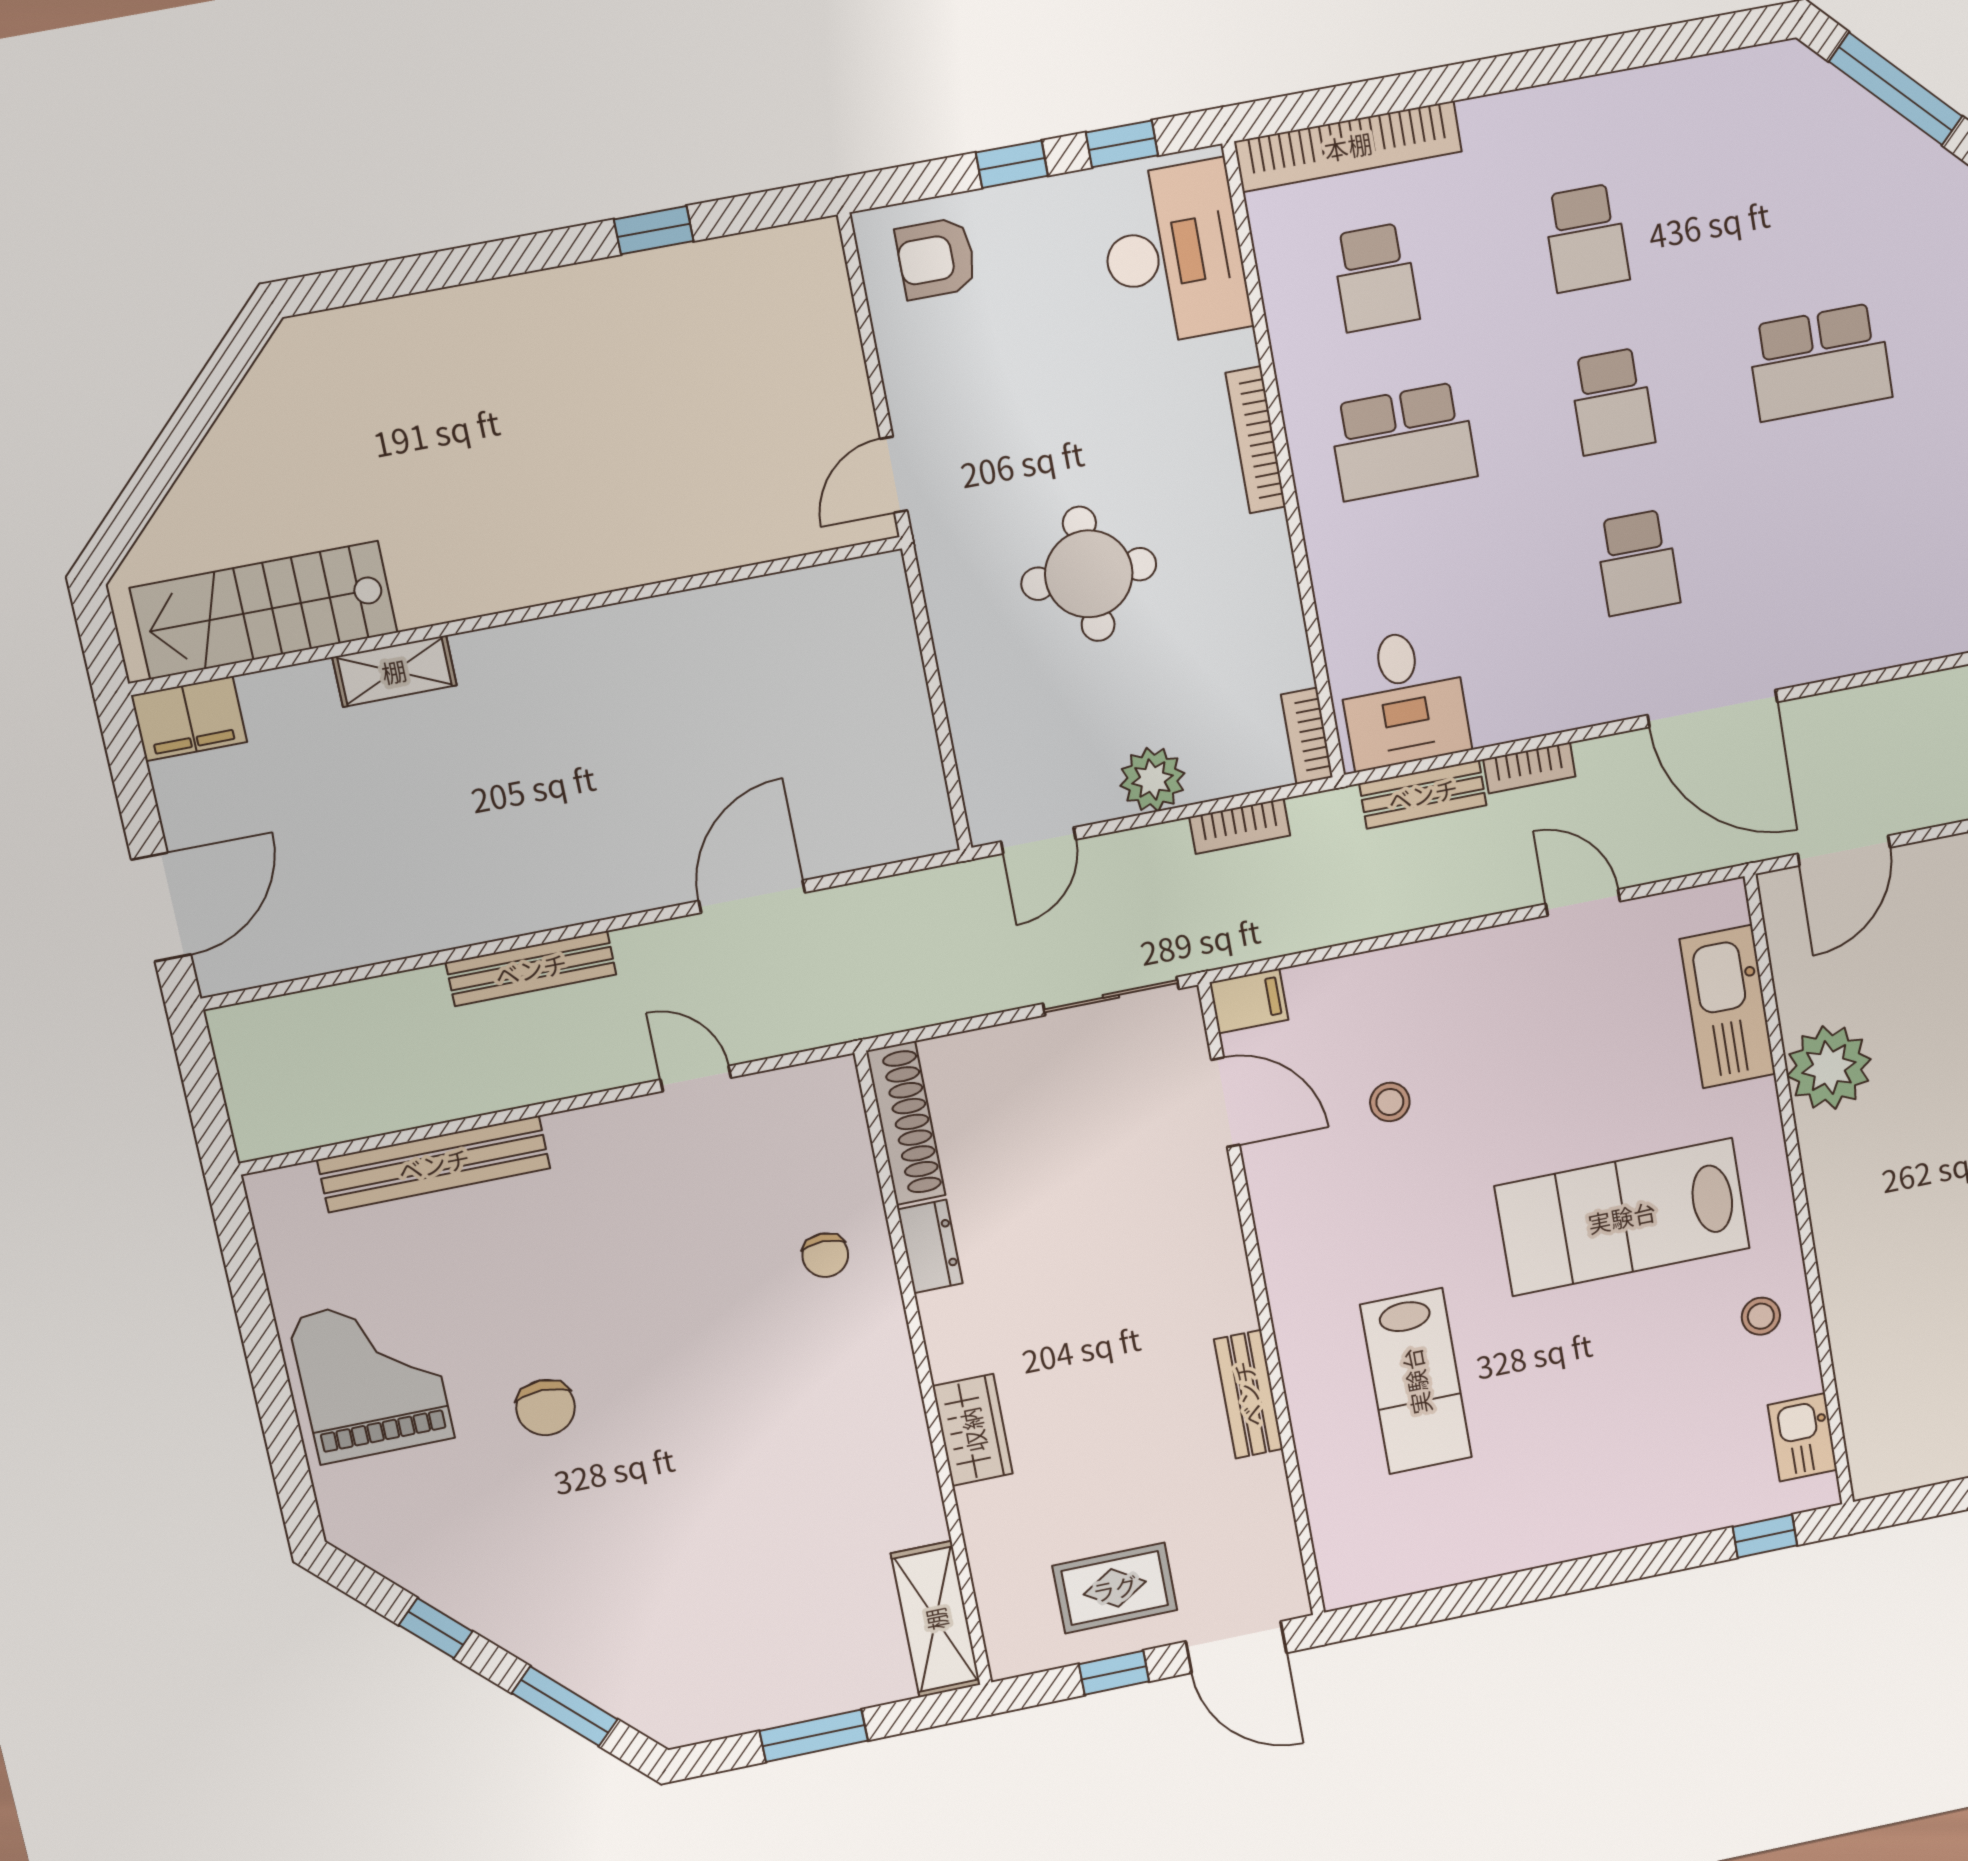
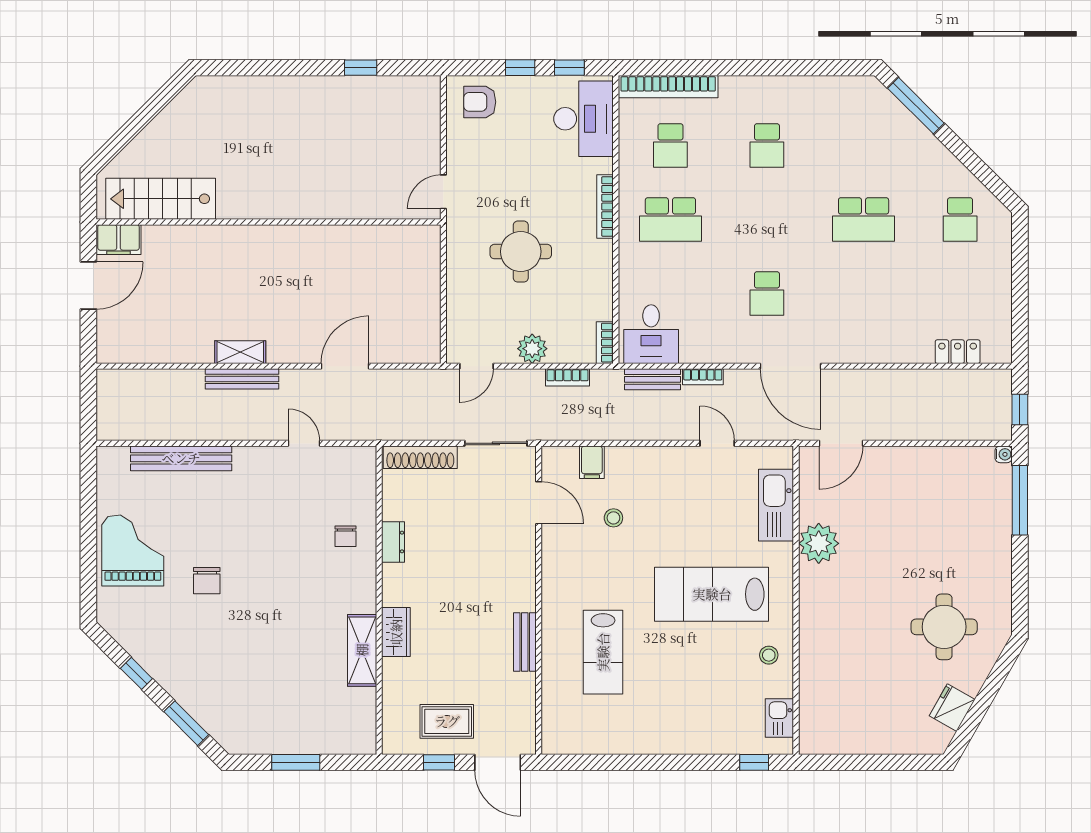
school desk: (1612, 401) -> (767, 219), removed
shelving: (394, 671) -> (240, 352), moved
door: (161, 907) -> (88, 286), moved
filing cabinet: (1249, 1001) -> (592, 462), moved, turned 90
shoe rack: (906, 1123) -> (420, 457), moved, turned 90
shelving: (936, 1619) -> (362, 650), moved

